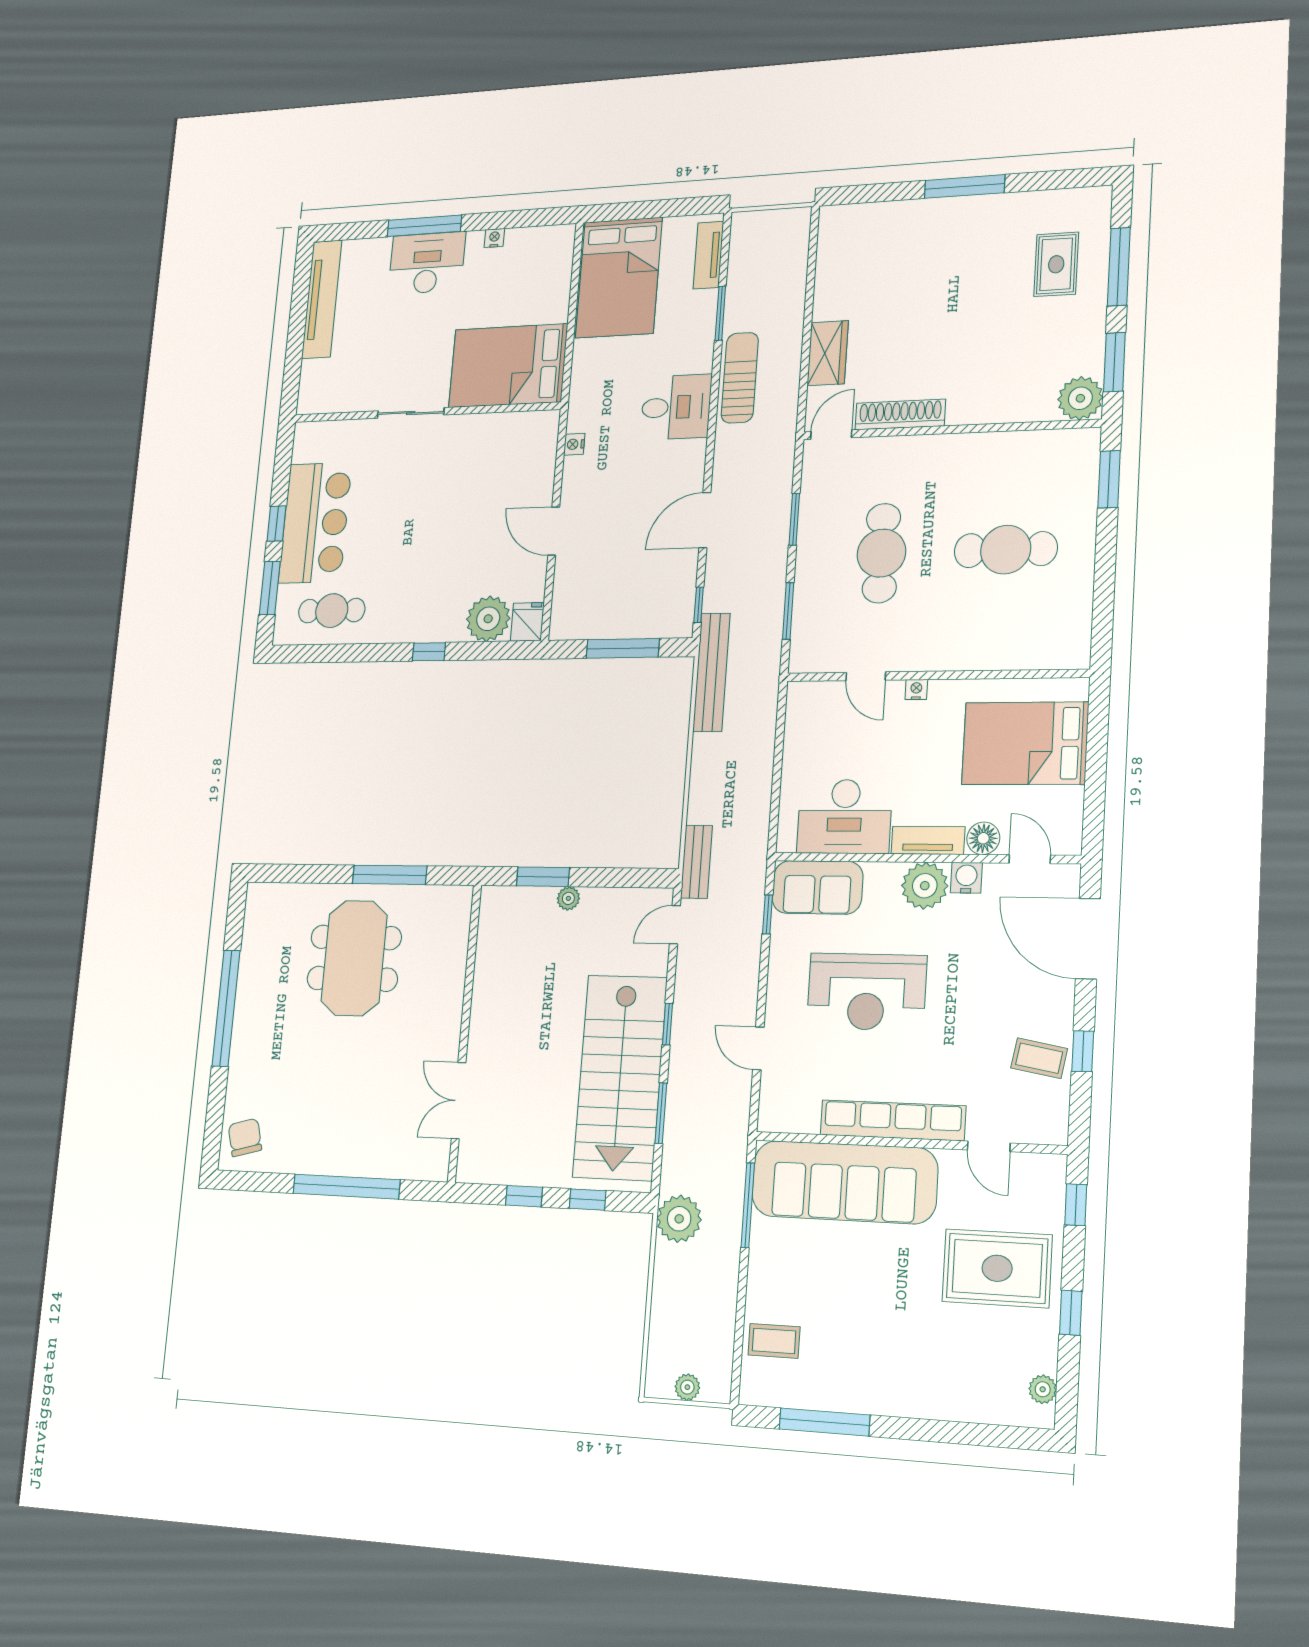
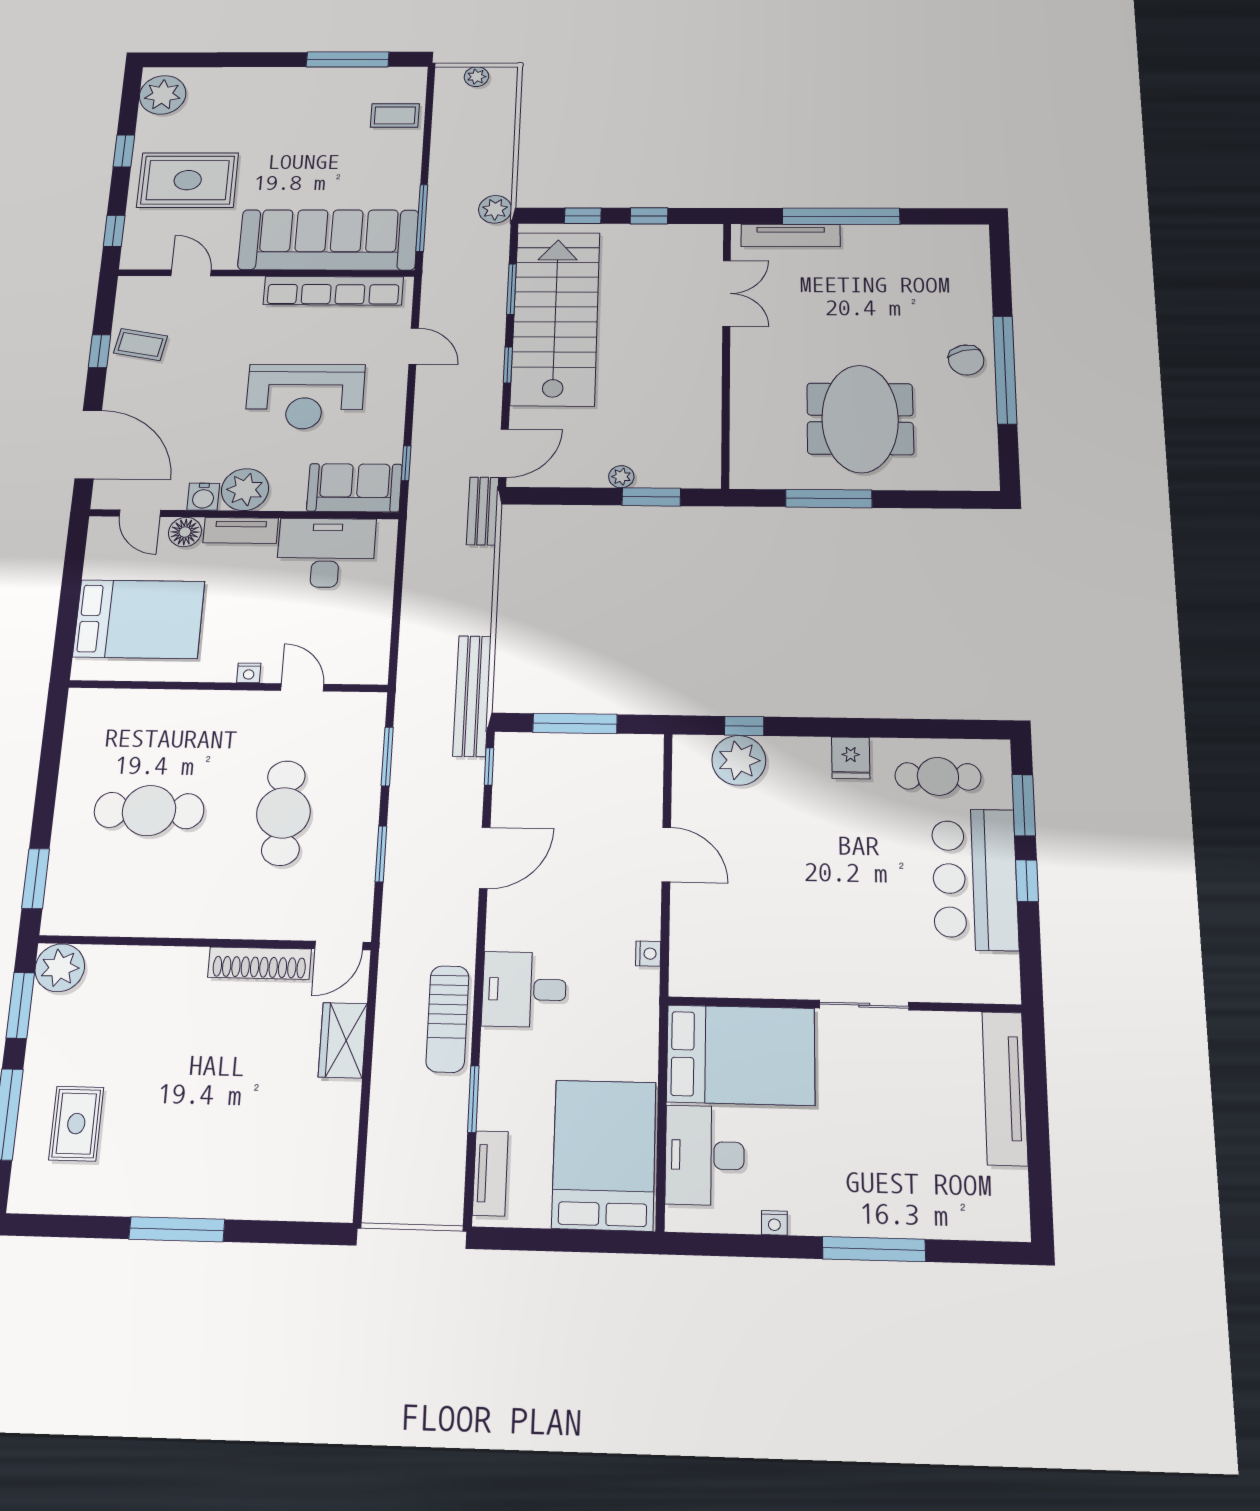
desk: (427, 263) -> (705, 1155), moved, turned 90
tv unit: (322, 299) -> (1005, 1088), moved
fridge: (527, 622) -> (851, 758), moved
window: (429, 652) -> (744, 726), moved
door: (675, 925) -> (504, 453), width x1.38
reception desk: (867, 992) -> (305, 396), turned 180
row of seats: (893, 1120) -> (333, 291), moved
chair: (245, 1137) -> (966, 360), moved
tv unit: (394, 1166) -> (791, 235), added
plant: (679, 1219) -> (495, 209), width x0.73, depth x0.73
plant: (1043, 1389) -> (163, 95), width x1.88, depth x1.88

